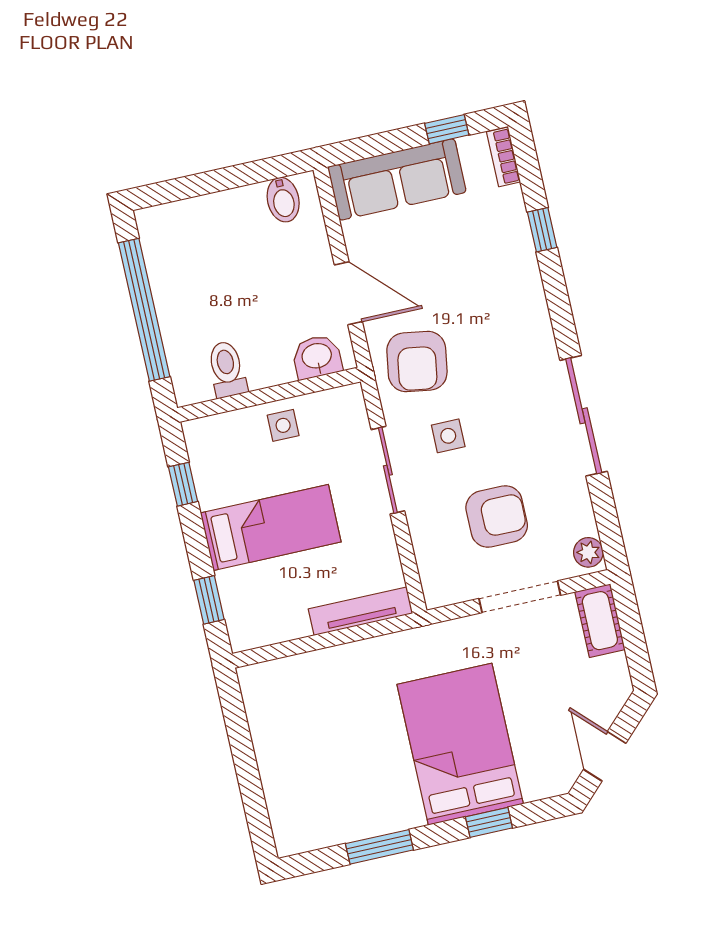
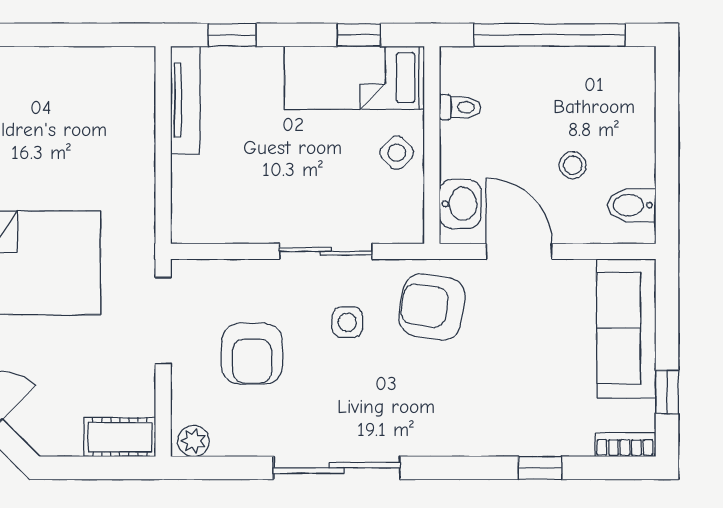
stool: (259, 262) -> (573, 165), added
door: (348, 293) -> (519, 251), swing flipped
toilet: (227, 369) -> (460, 107), width x0.73, depth x0.72
side table: (283, 425) -> (397, 153), turned 45
bed: (271, 527) -> (354, 78), moved, turned 90
doorway: (520, 597) -> (163, 320), moved
tv unit: (361, 611) -> (185, 100), moved

